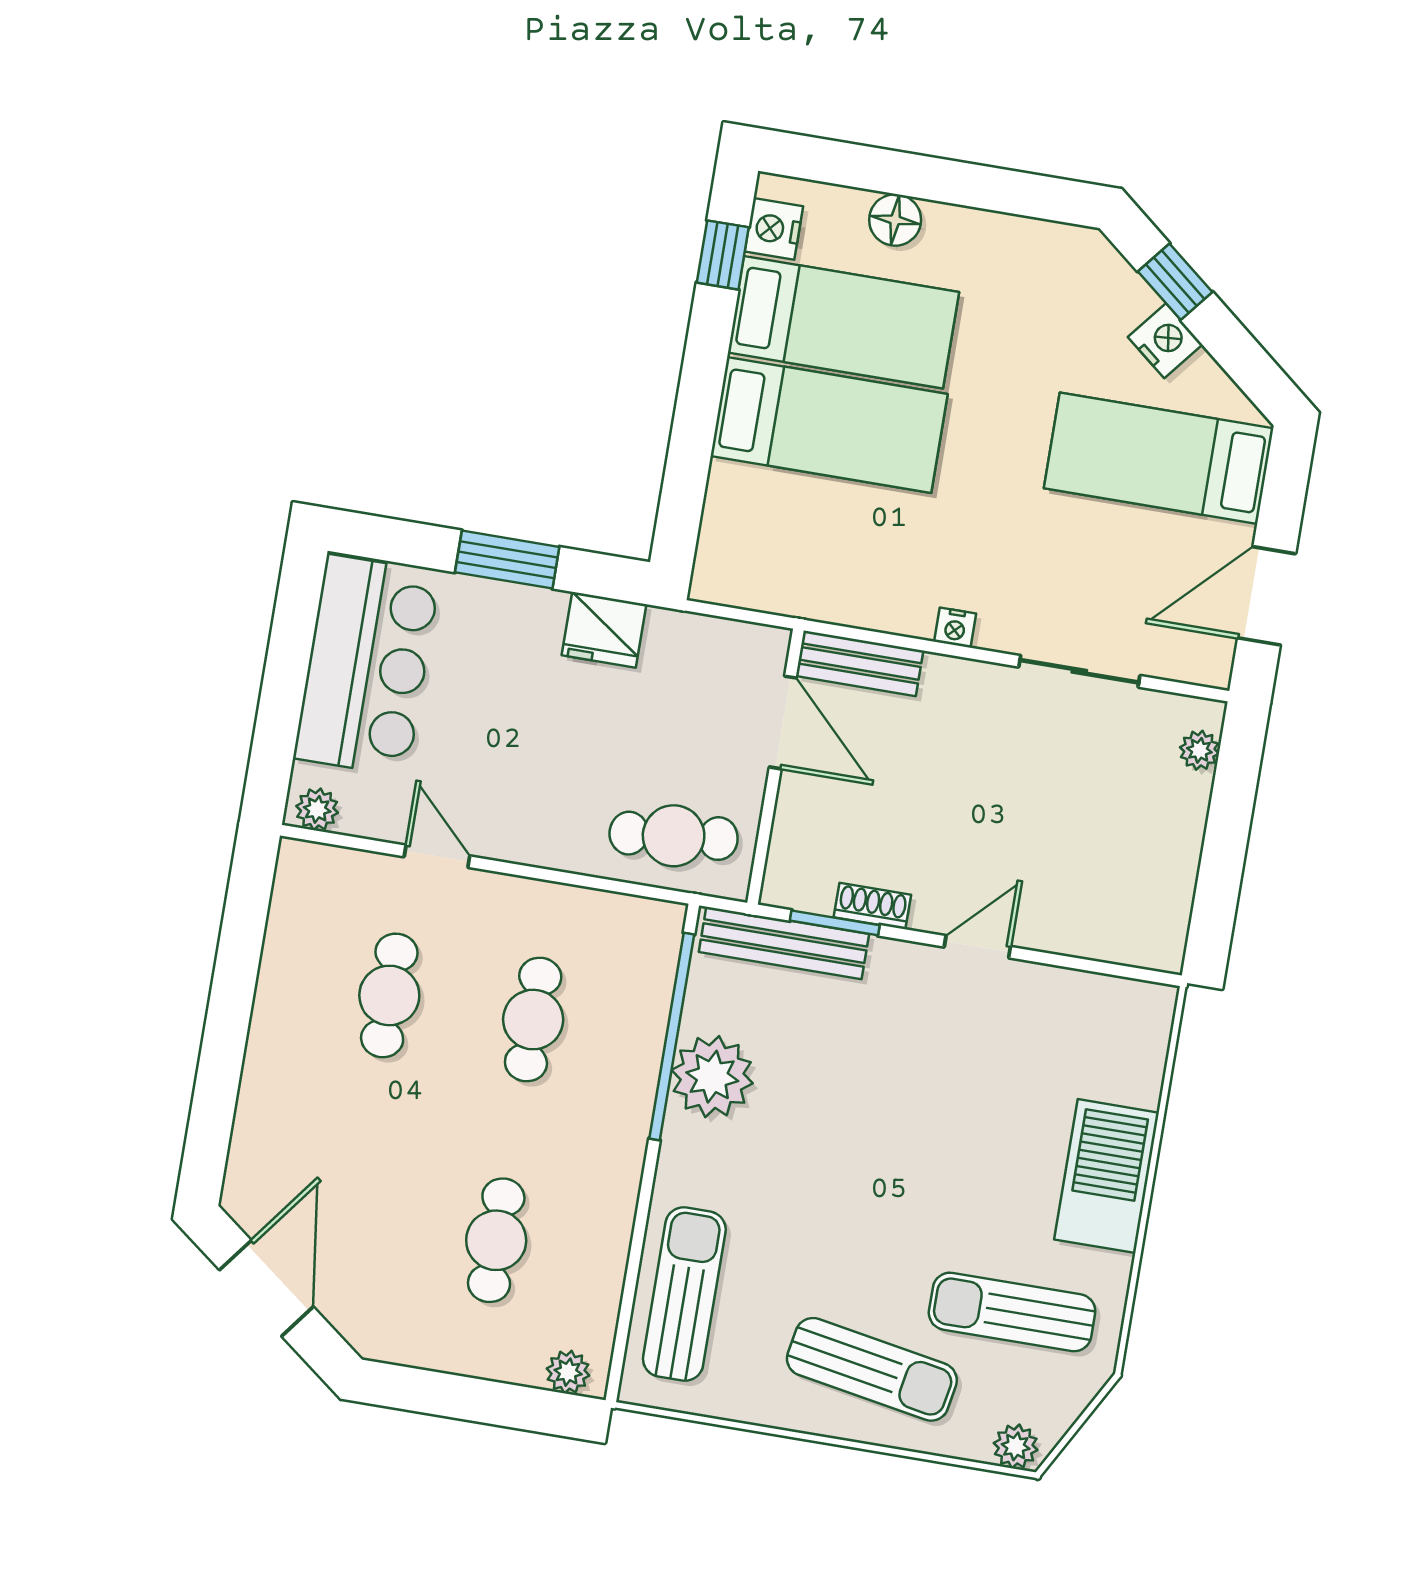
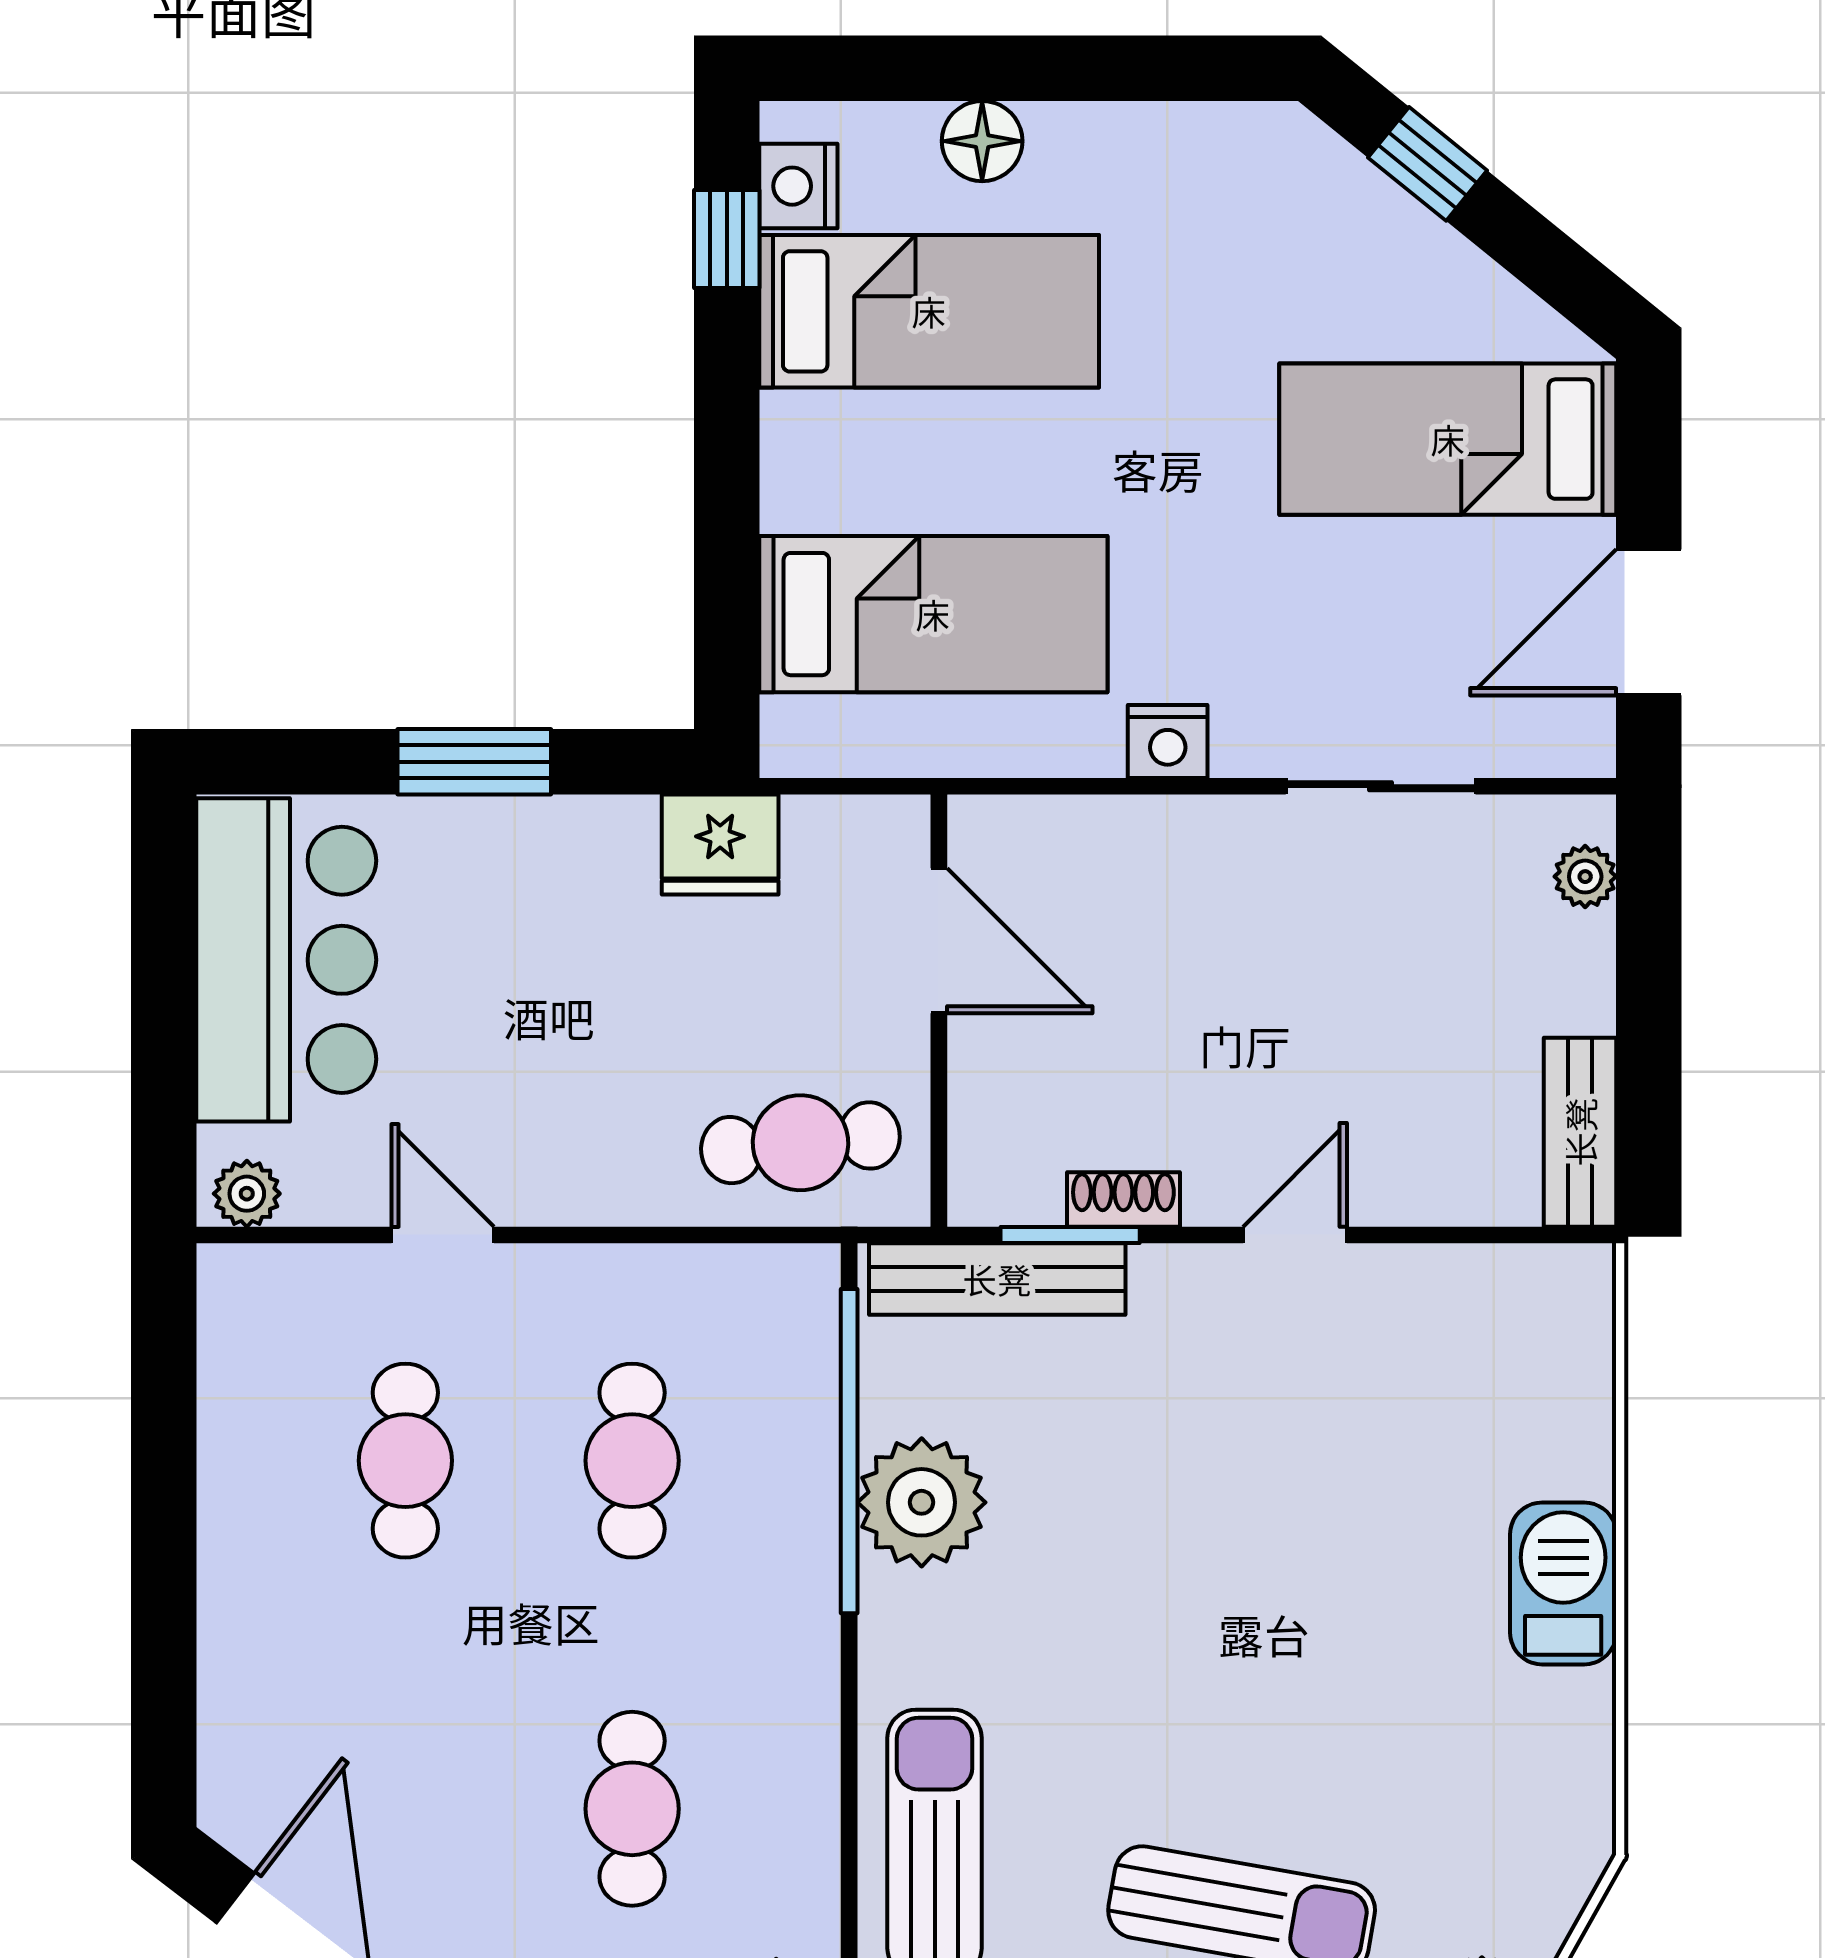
nightstand: (1165, 341) -> (1427, 257), removed
bed: (829, 425) -> (933, 614), moved
nightstand: (955, 628) -> (1168, 741), width x1.39, depth x1.35
fridge: (604, 630) -> (720, 845), moved
bench: (860, 663) -> (1580, 1132), moved, turned 90
barbecue: (1107, 1176) -> (1563, 1583), width x0.73, depth x0.83
sun lounger: (1012, 1312) -> (1442, 1786), removed

